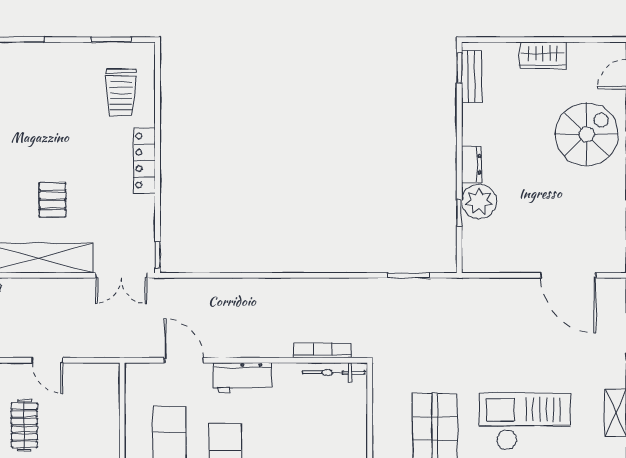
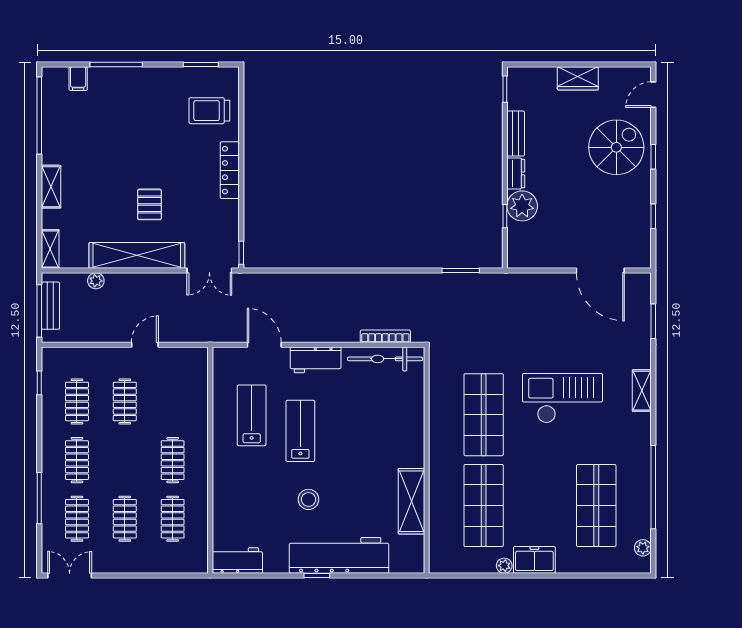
bench: (471, 76) -> (516, 134), moved
trolley: (121, 92) -> (209, 111), turned 90
door: (47, 360) -> (145, 345), swing flipped
bicycle: (334, 372) -> (385, 359), width x1.37, depth x1.40

